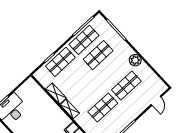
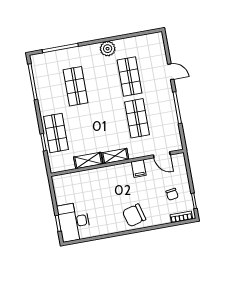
shop shelf: (84, 40) -> (49, 91), removed
door: (156, 101) -> (171, 72), moved

